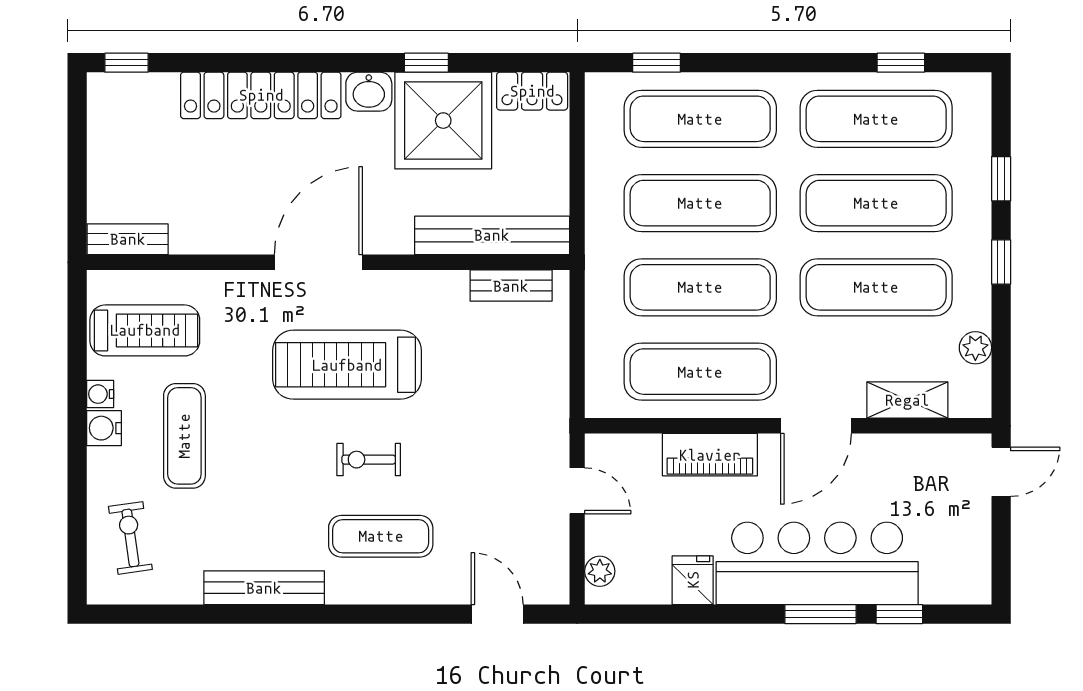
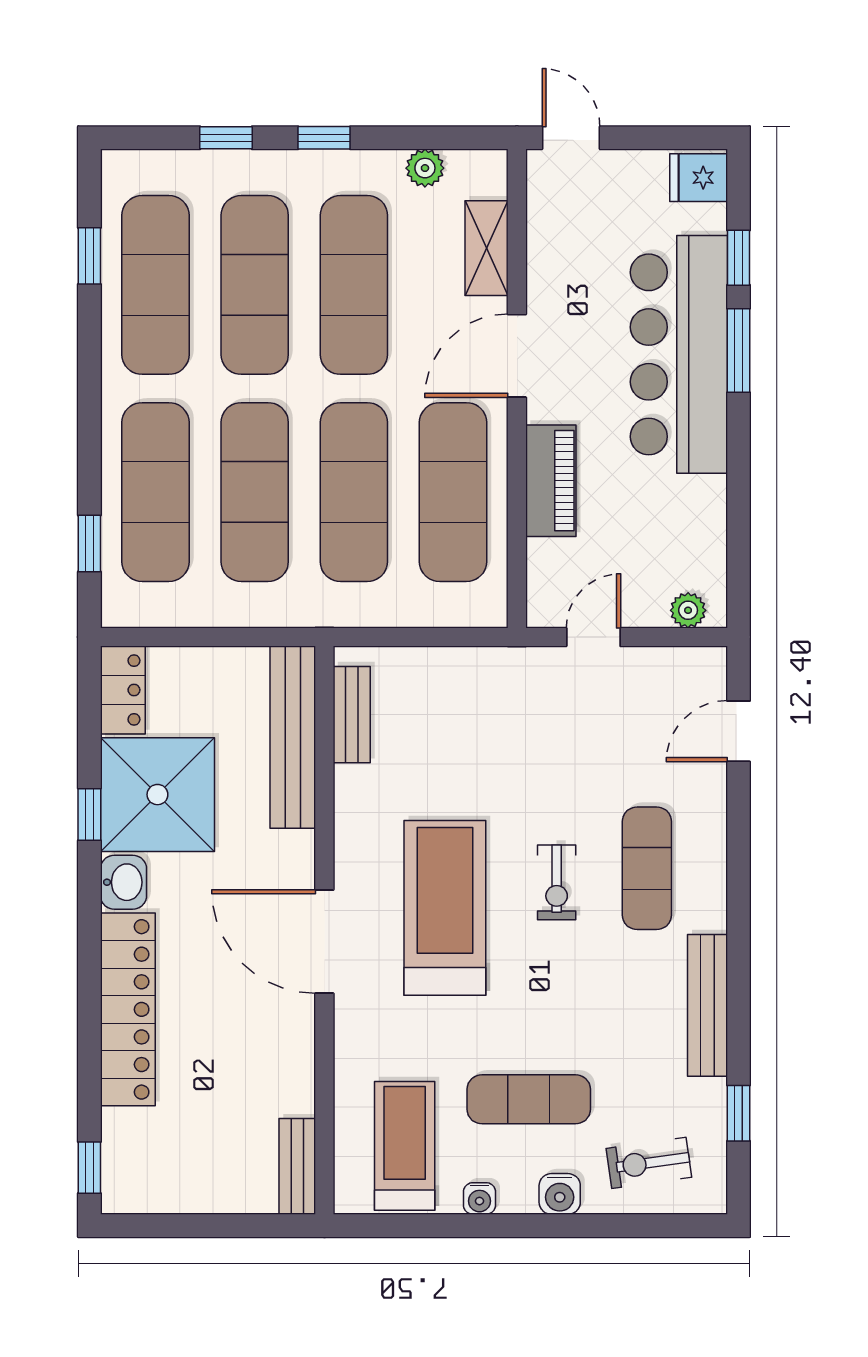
treadmill: (347, 365) -> (445, 908), turned 180
door: (816, 426) -> (517, 356), swing flipped
water cooler: (104, 428) -> (560, 1194), moved
fridge: (693, 580) -> (699, 178), moved
window: (173, 614) -> (738, 1113), added

